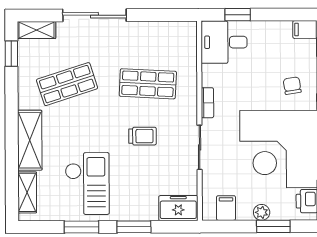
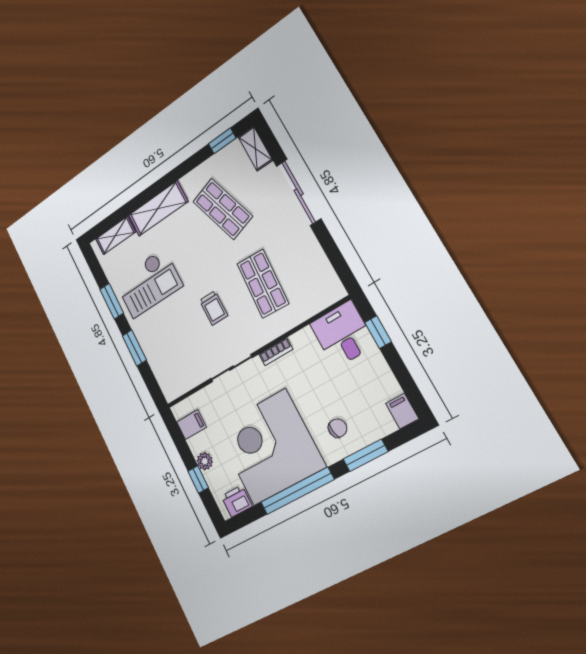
freezer: (178, 208) -> (169, 379), removed
window: (273, 226) -> (198, 479), width x0.67

